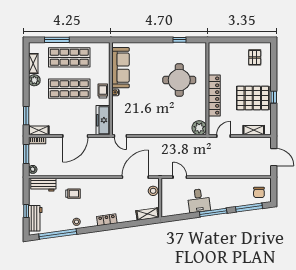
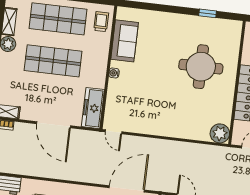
sofa: (121, 68) -> (125, 41), width x0.73
trolley: (103, 91) -> (101, 22), moved
door: (75, 136) -> (54, 125), hinge flipped

